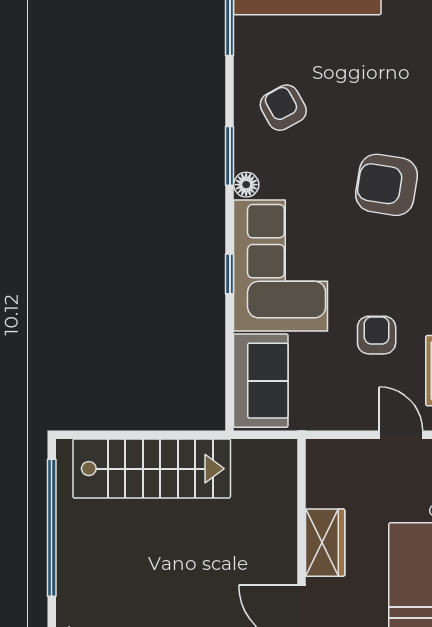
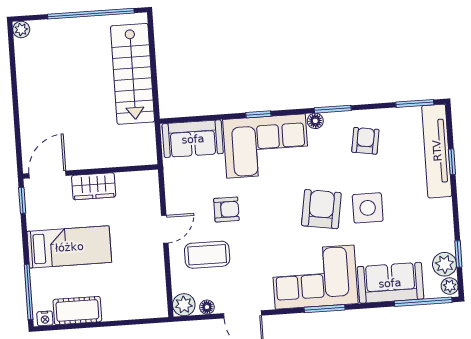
armchair: (283, 108) -> (365, 141), turned -52
side table: (390, 111) -> (368, 208), added

